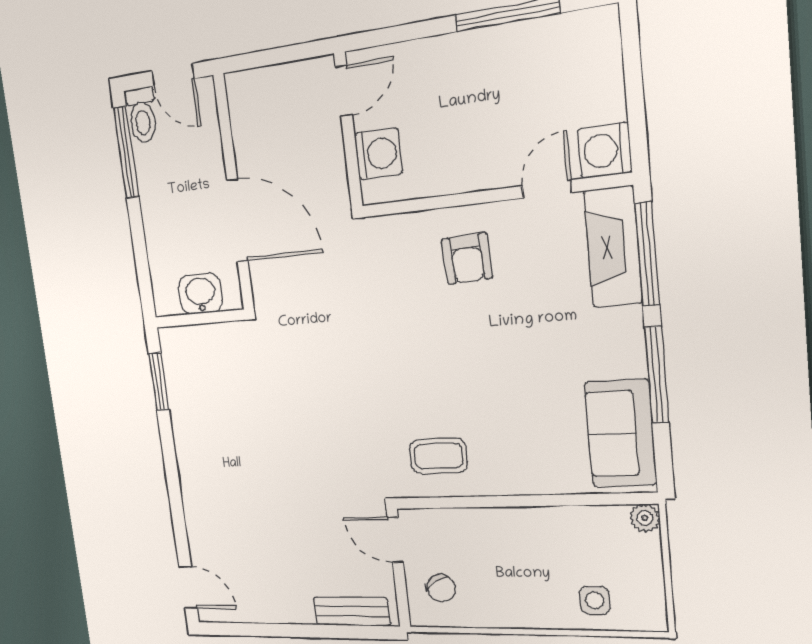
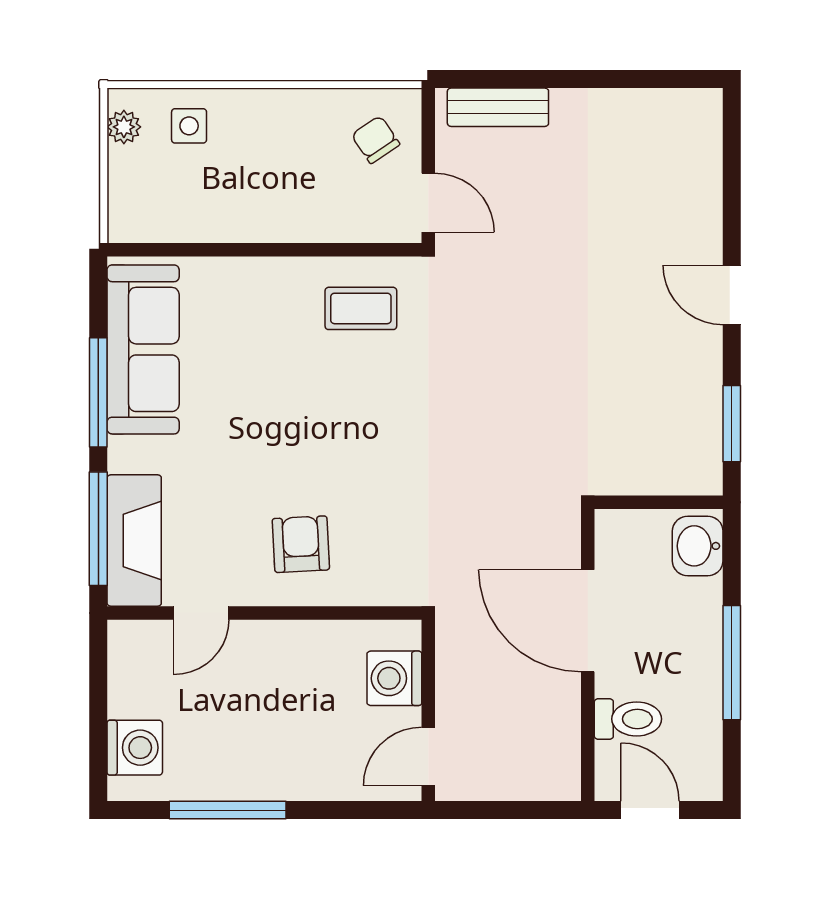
toilet: (142, 115) -> (628, 719), moved, turned 90
washing machine: (605, 151) -> (135, 748), moved
window: (126, 152) -> (732, 663), moved
washbasin: (201, 294) -> (698, 546), moved, turned 90
sofa: (621, 434) -> (143, 349), width x1.36
plant: (645, 518) -> (124, 127), moved
door: (188, 587) -> (732, 295), moved

